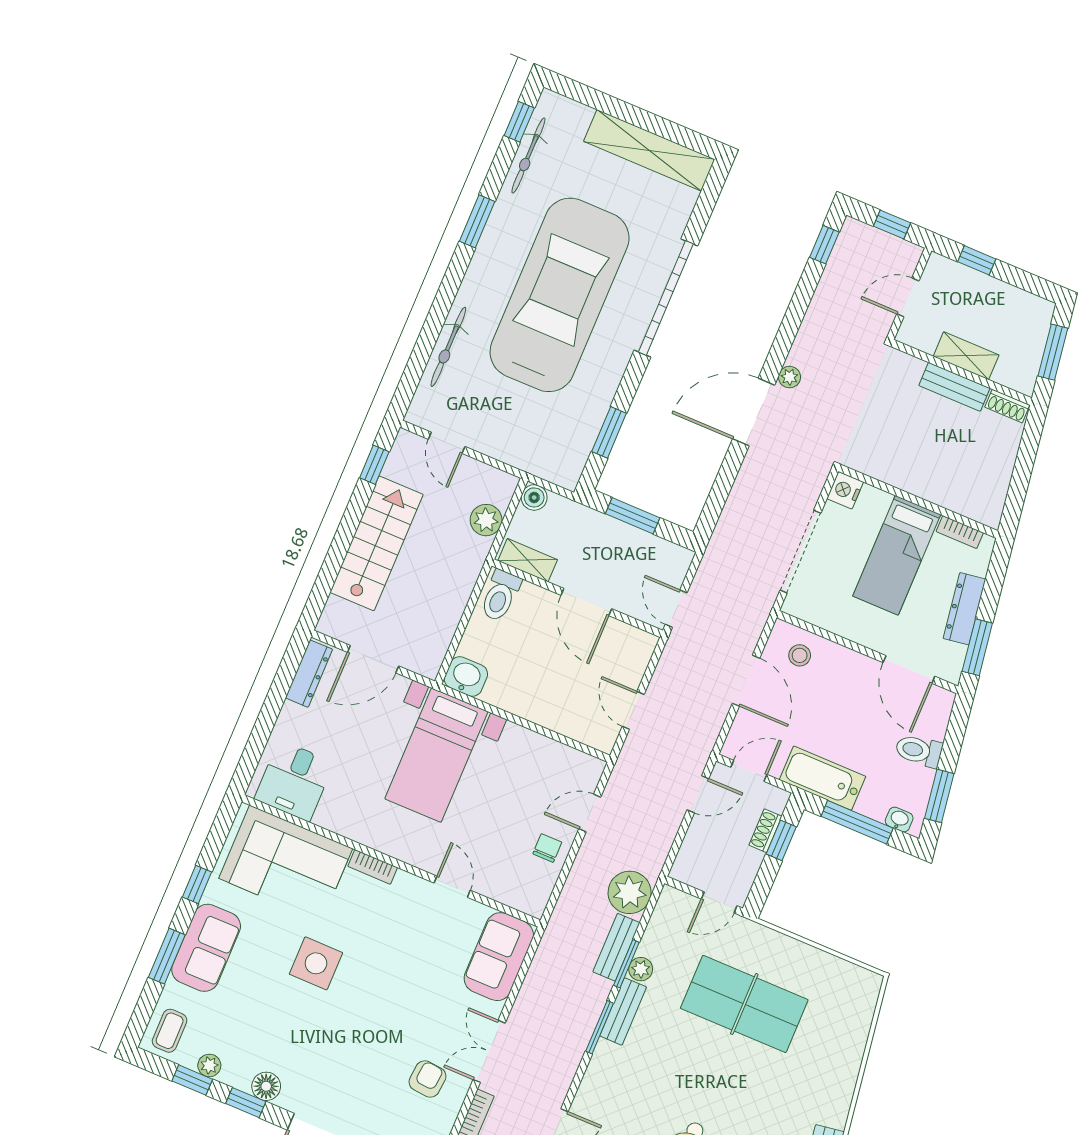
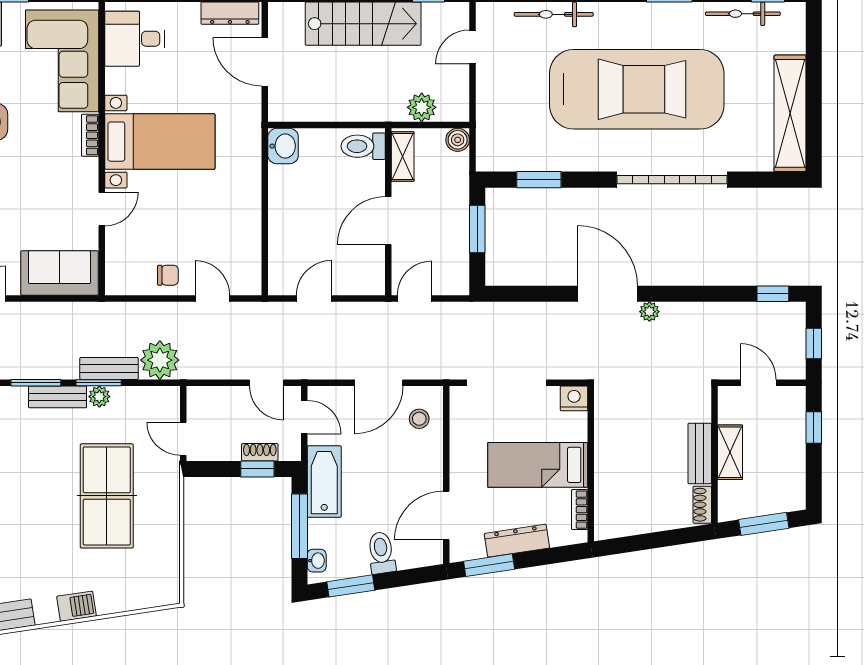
bed with nightstands: (436, 755) -> (160, 142), moved, turned 180
barbecue: (843, 1082) -> (76, 606), added

